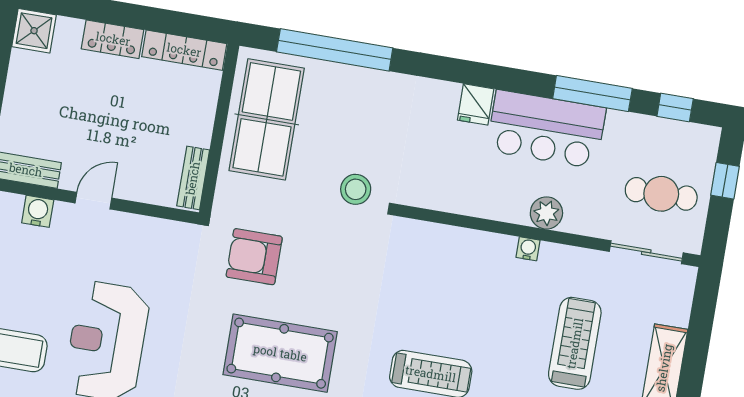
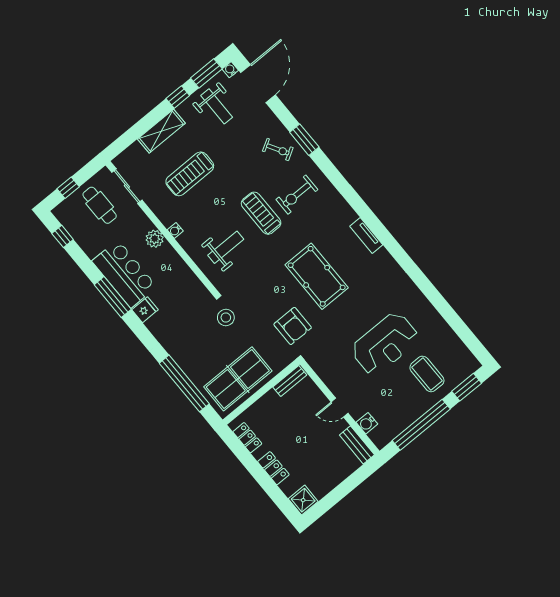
locker: (184, 50) -> (247, 438), width x0.66
window: (592, 93) -> (113, 297), moved
weight bench: (439, 285) -> (226, 247), added

